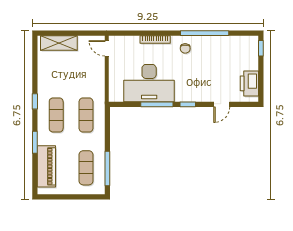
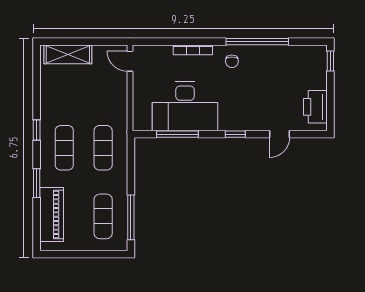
window: (157, 104) -> (177, 134), moved

